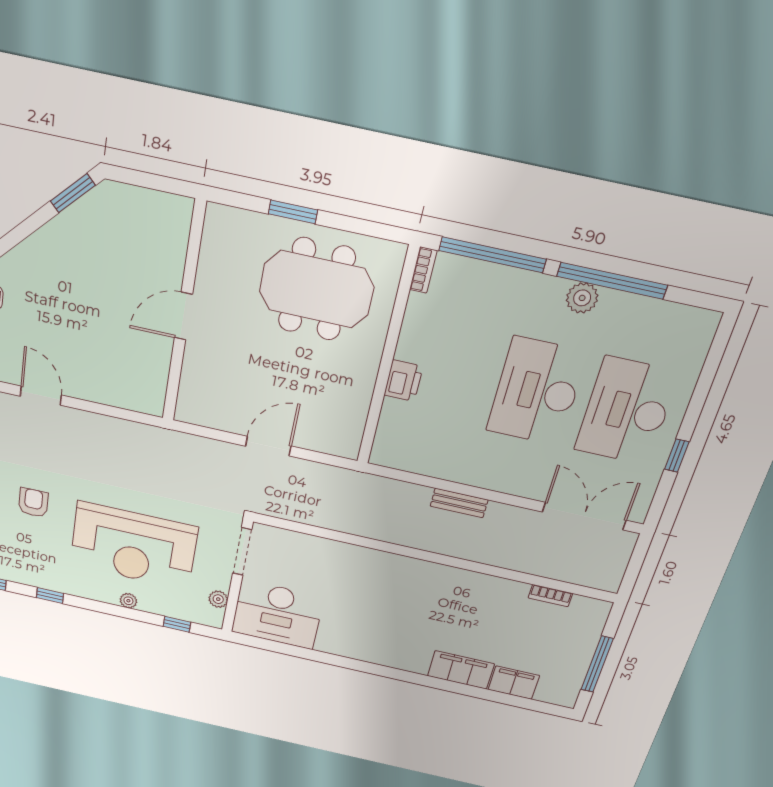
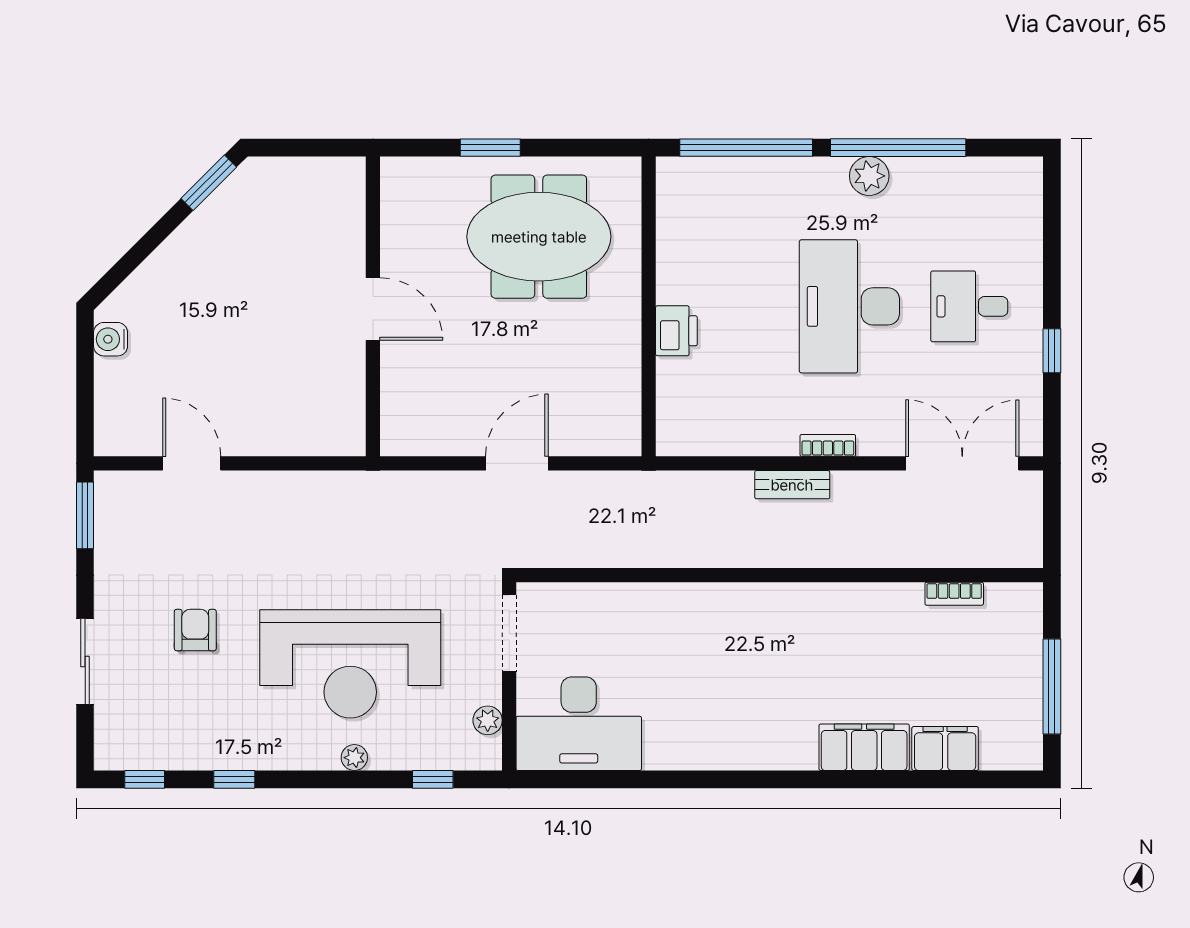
bookcase: (423, 270) -> (828, 445), moved, turned -90
door: (183, 316) -> (373, 309), swing flipped
desk: (627, 411) -> (969, 306), width x0.53, depth x0.77

